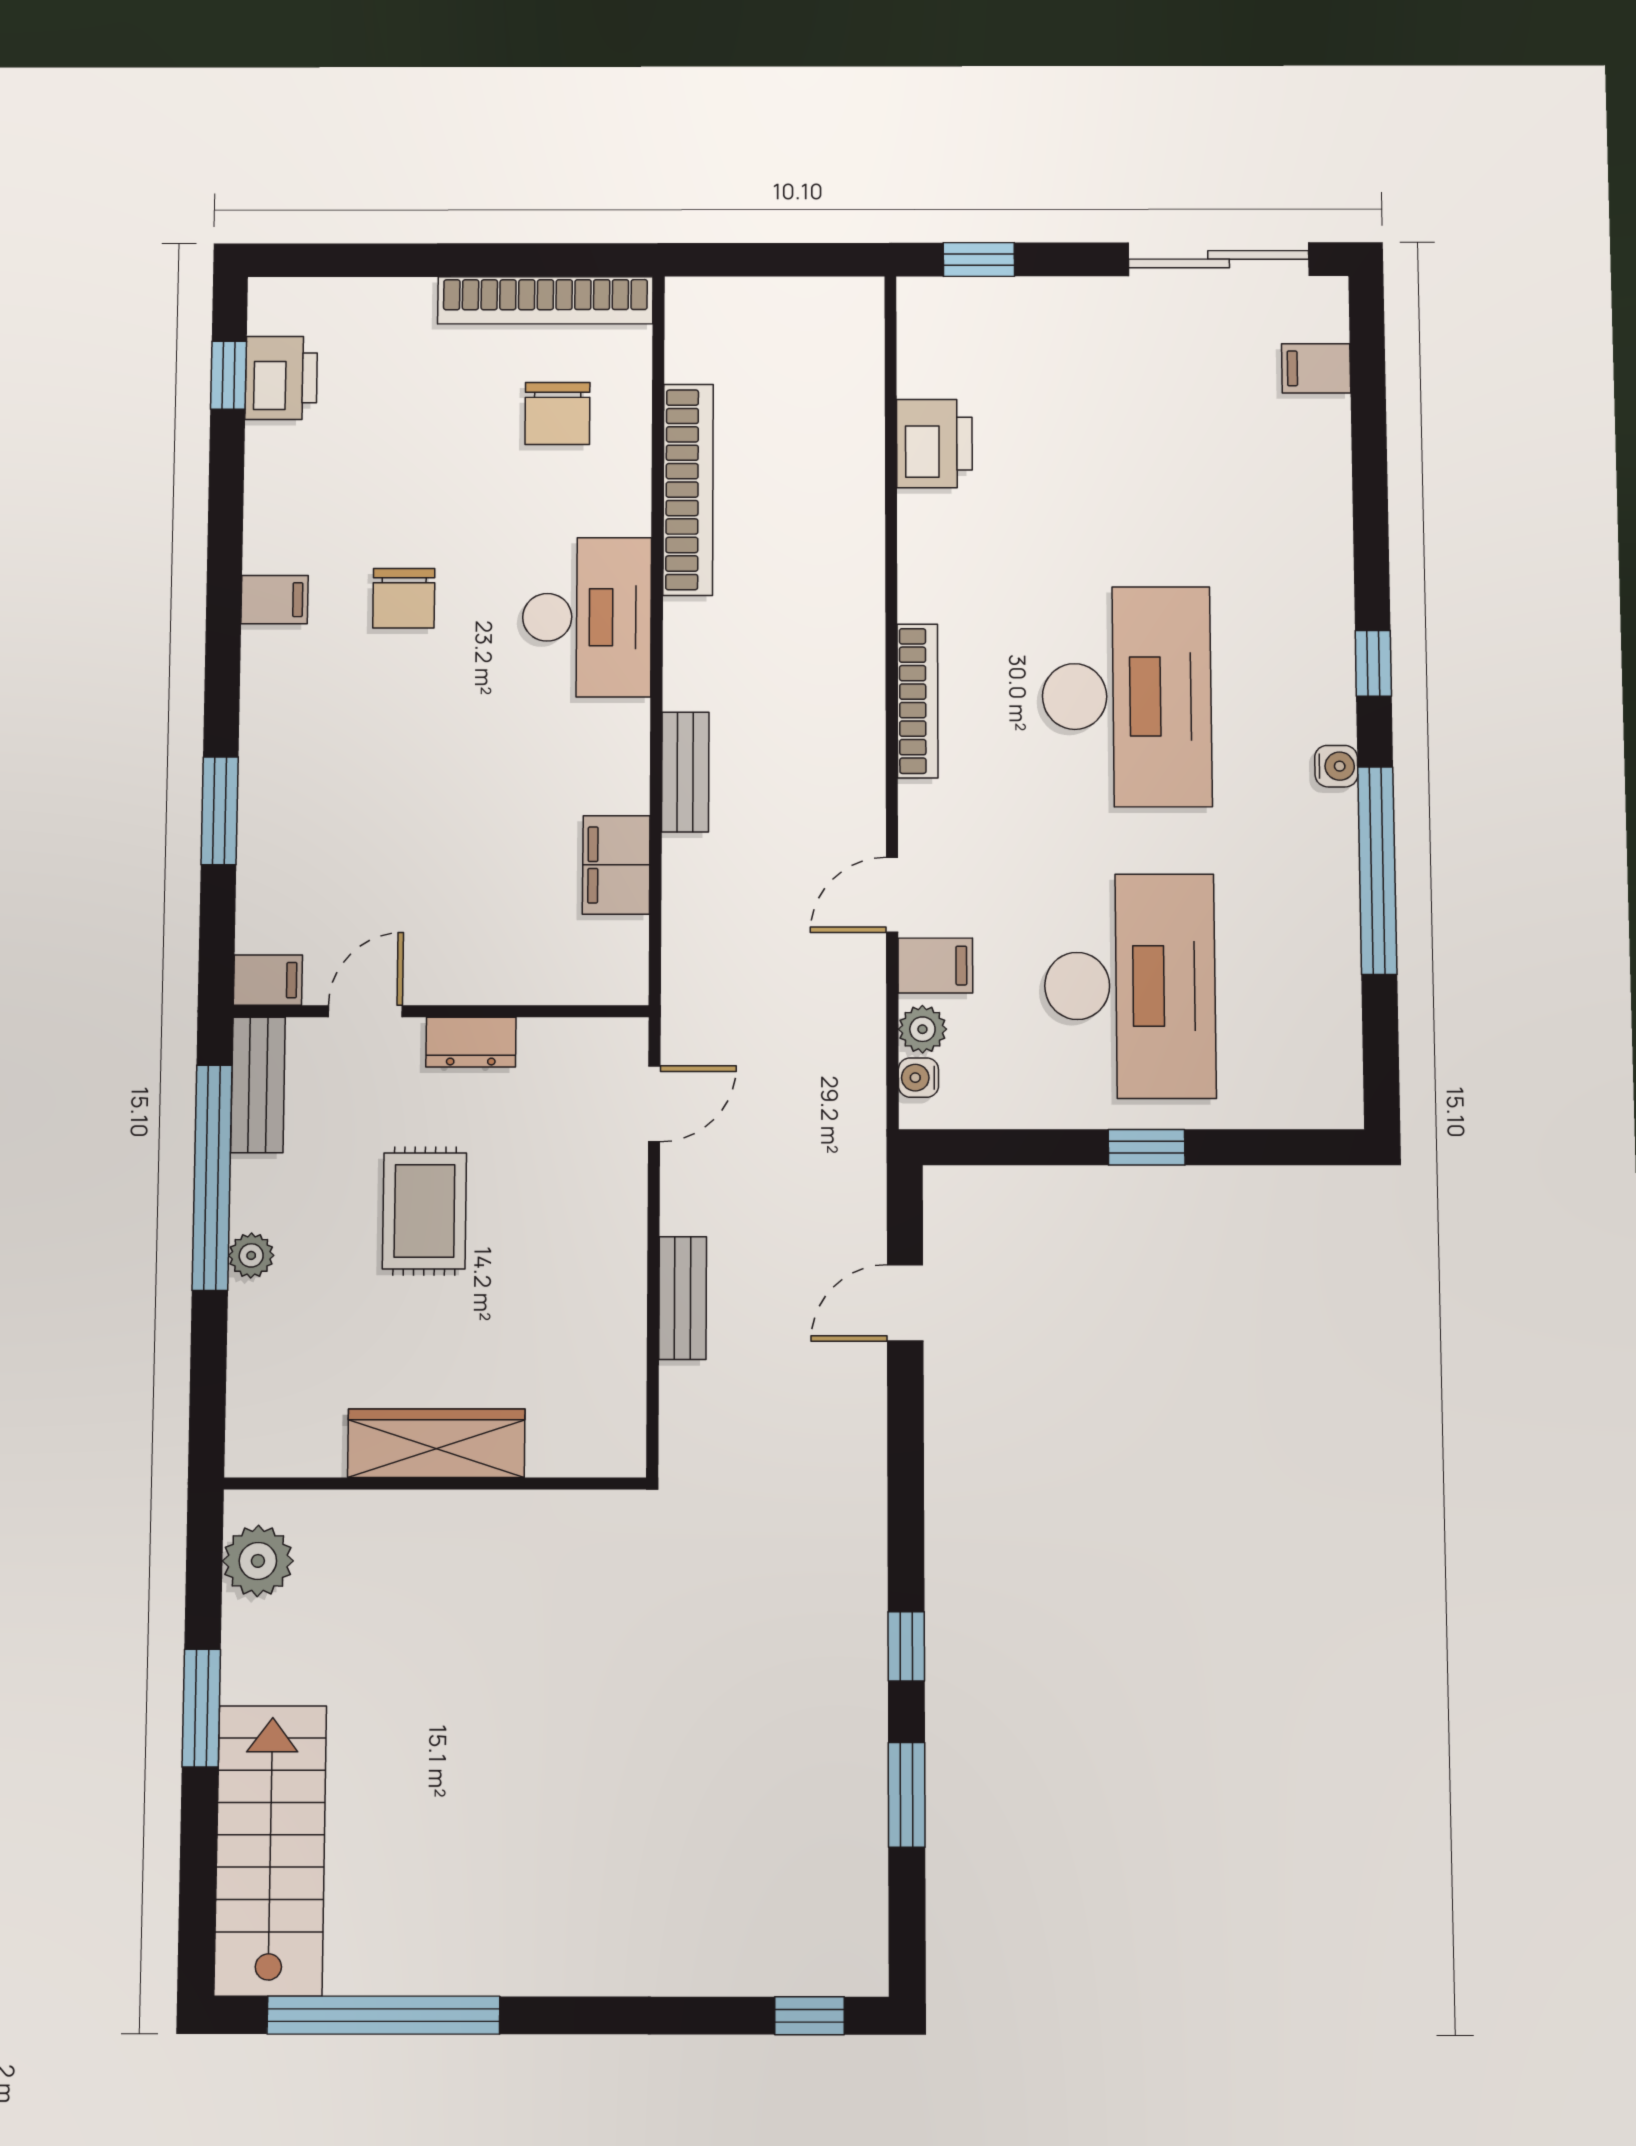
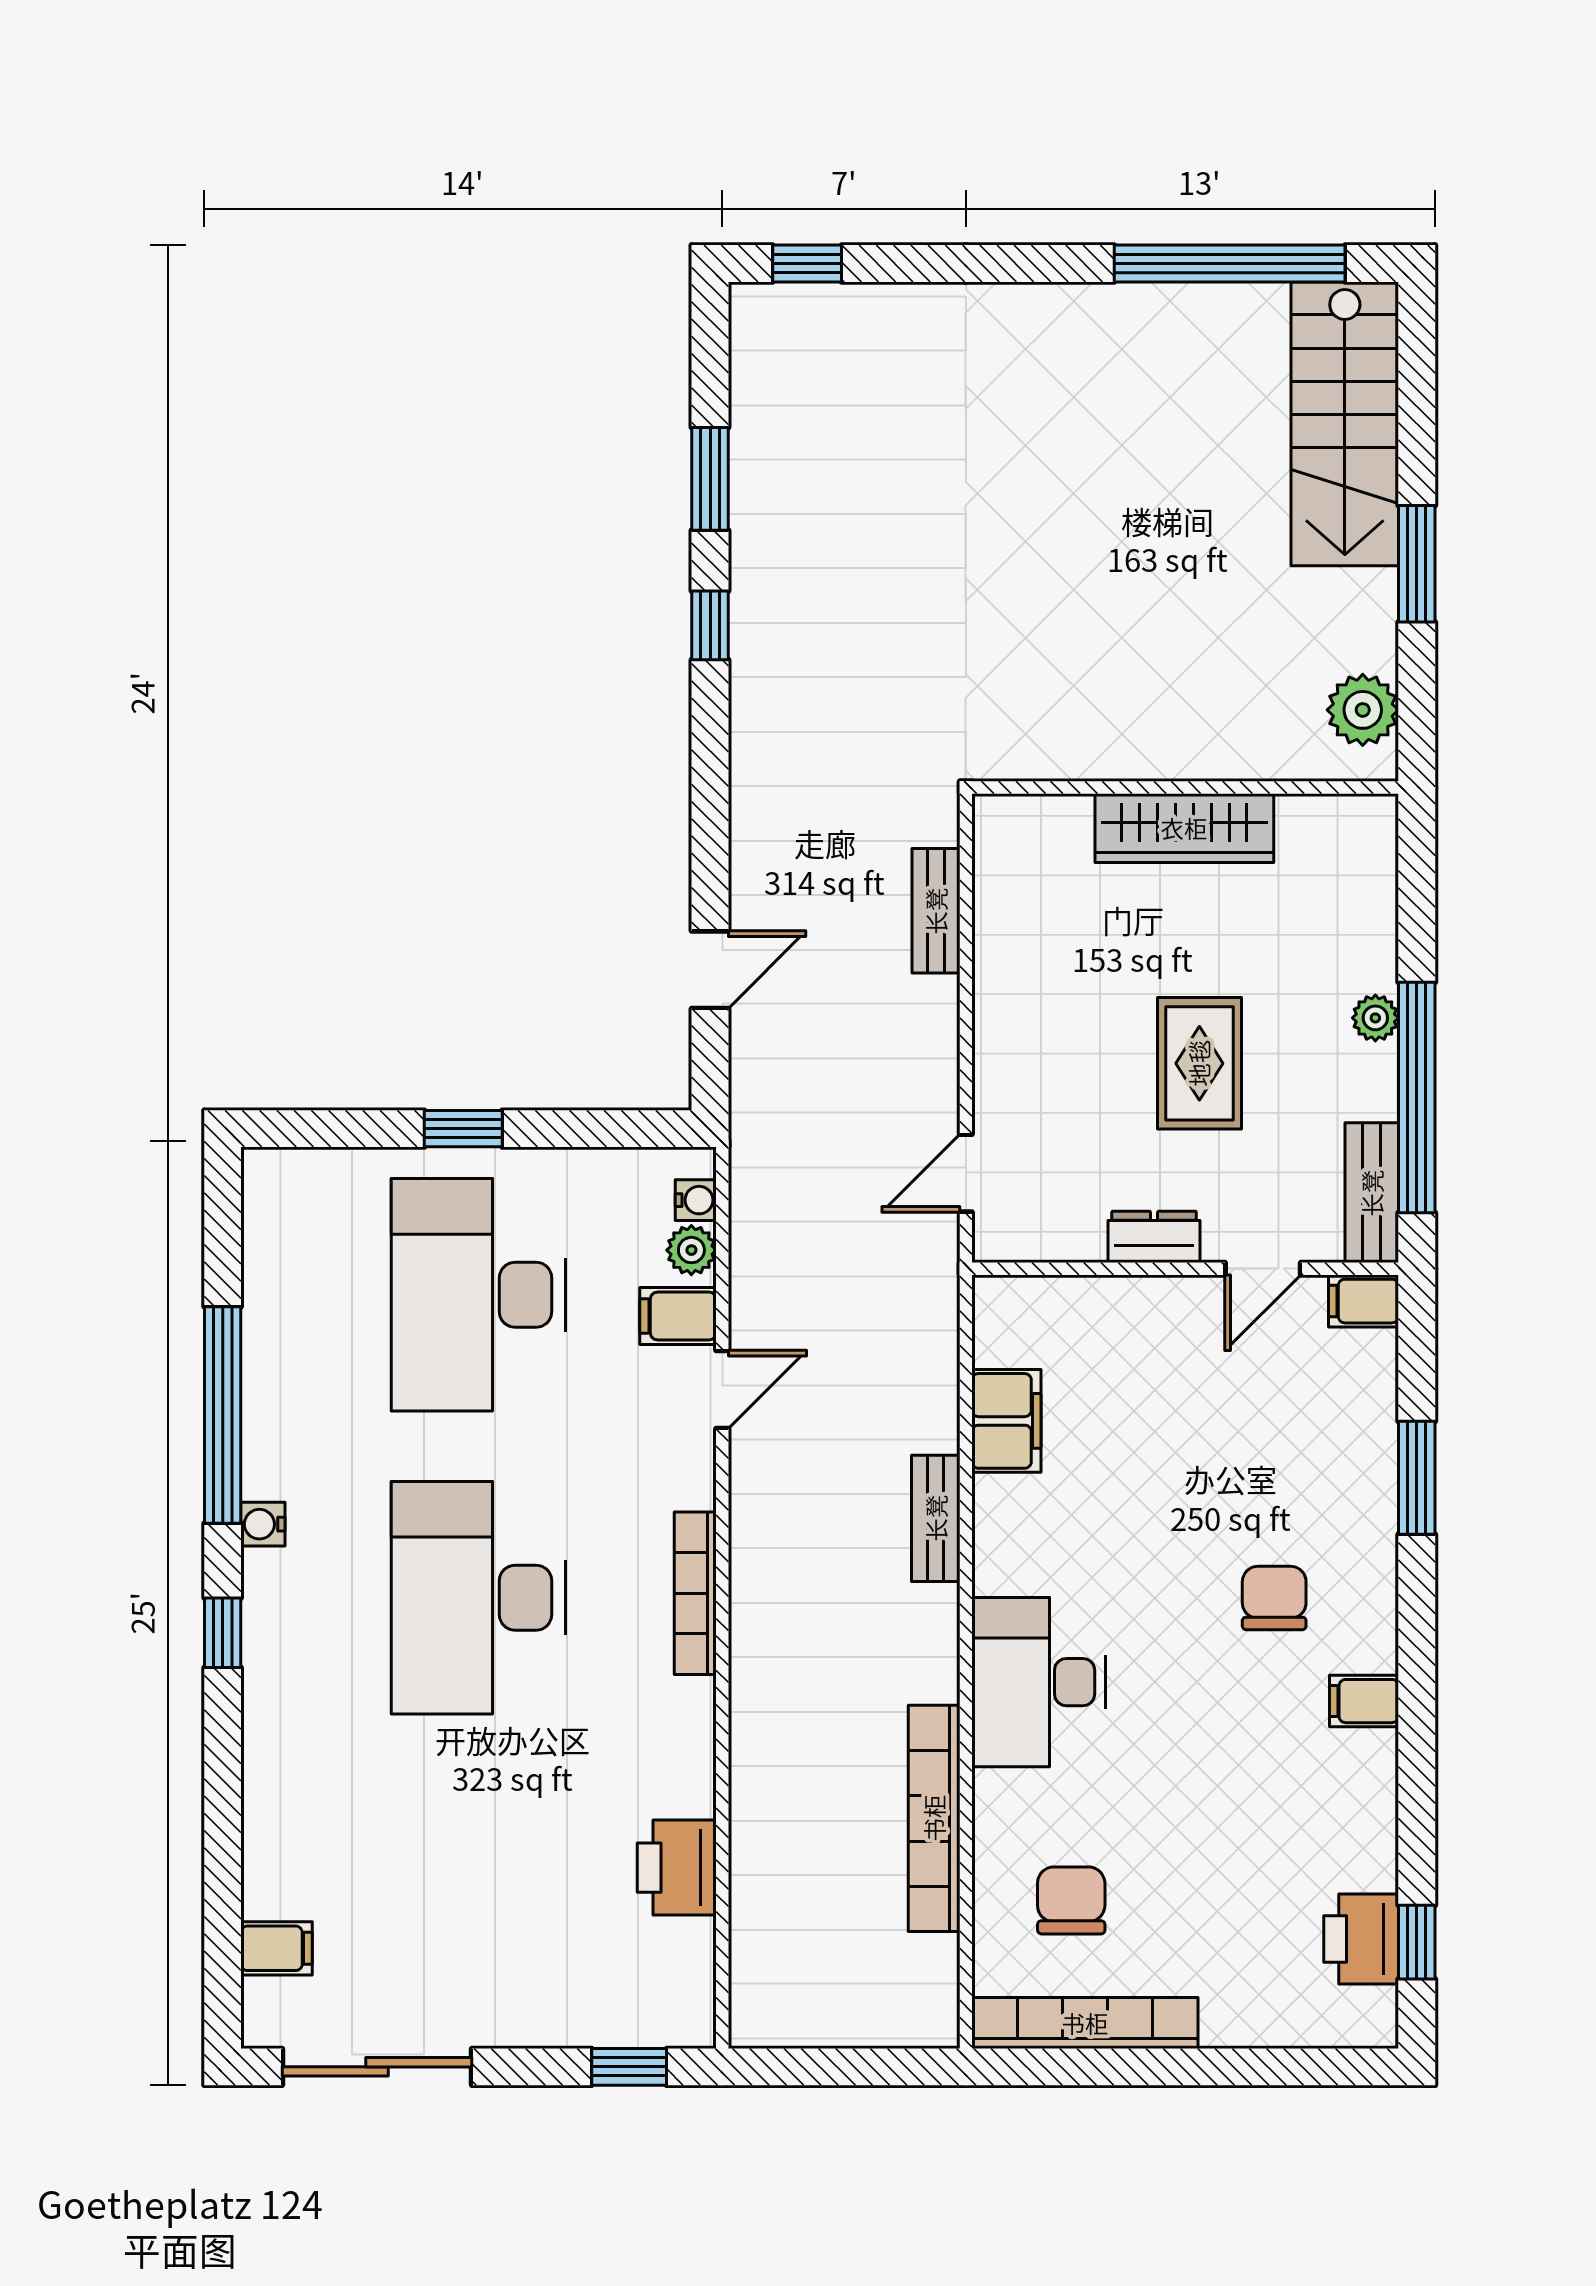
chair: (404, 598) -> (1274, 1598), moved
bench: (683, 1298) -> (936, 911), moved

